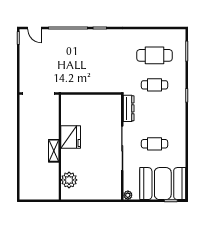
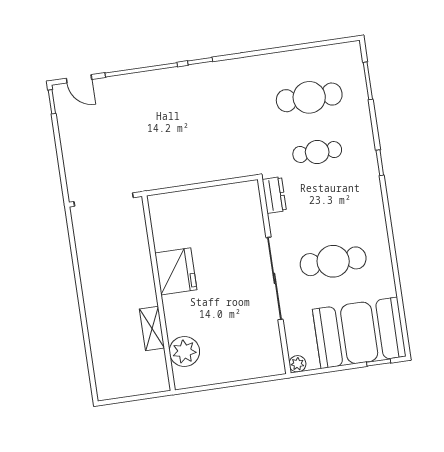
dresser: (129, 108) -> (274, 195), width x0.70
cafe table: (154, 144) -> (333, 261), width x1.37, depth x1.35
shelving: (54, 151) -> (152, 329), moved

